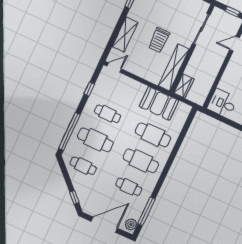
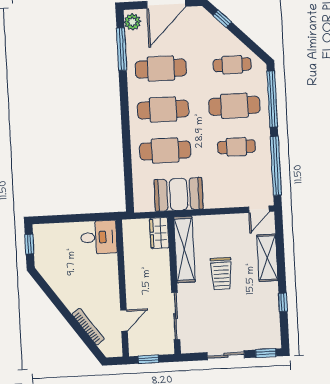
trolley: (159, 40) -> (221, 274), turned 180
window: (89, 89) -> (276, 166), width x3.17
cafe table: (129, 187) -> (161, 69), width x1.37, depth x1.35

